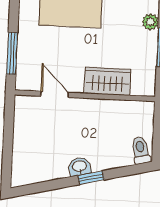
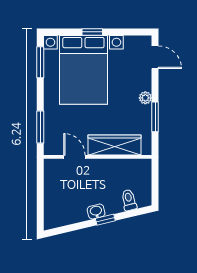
wardrobe: (107, 81) -> (115, 145), width x1.50
toilet: (141, 150) -> (129, 200), moved

